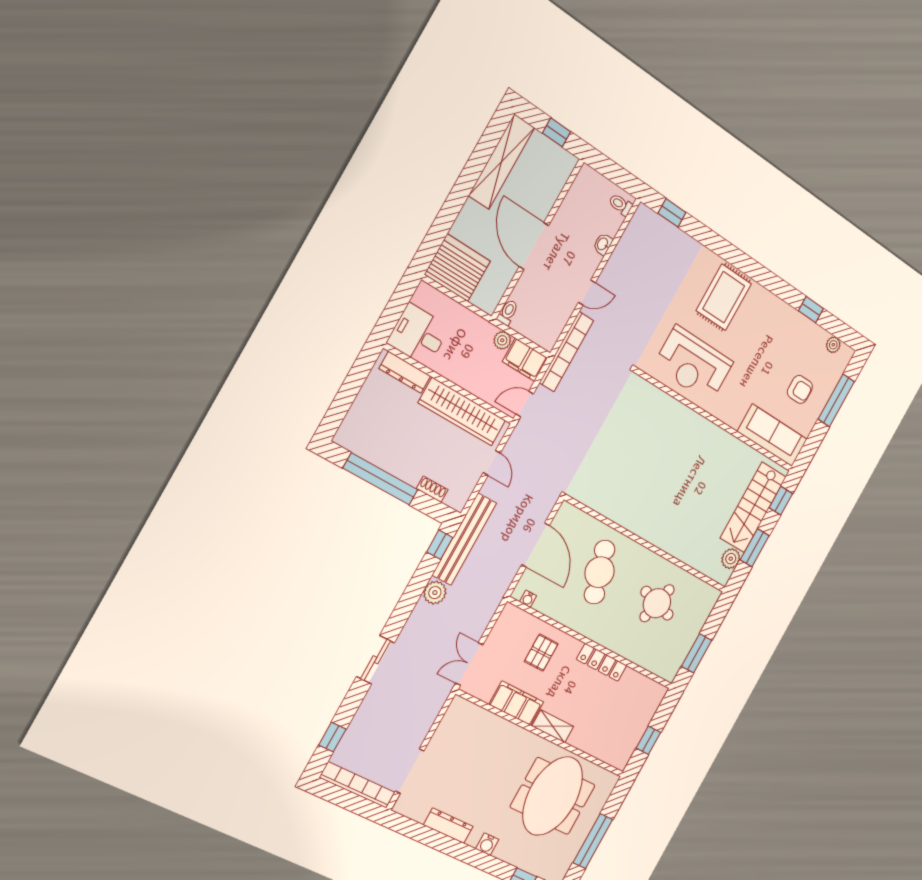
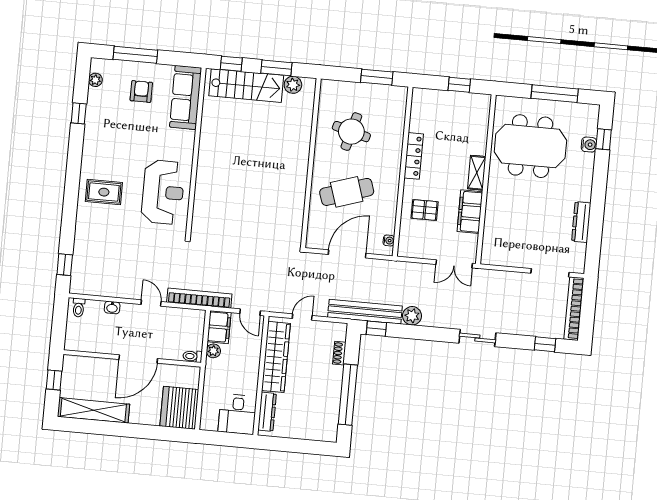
rug: (724, 297) -> (104, 192), width x0.73, depth x0.70
water cooler: (487, 844) -> (589, 145), moved

